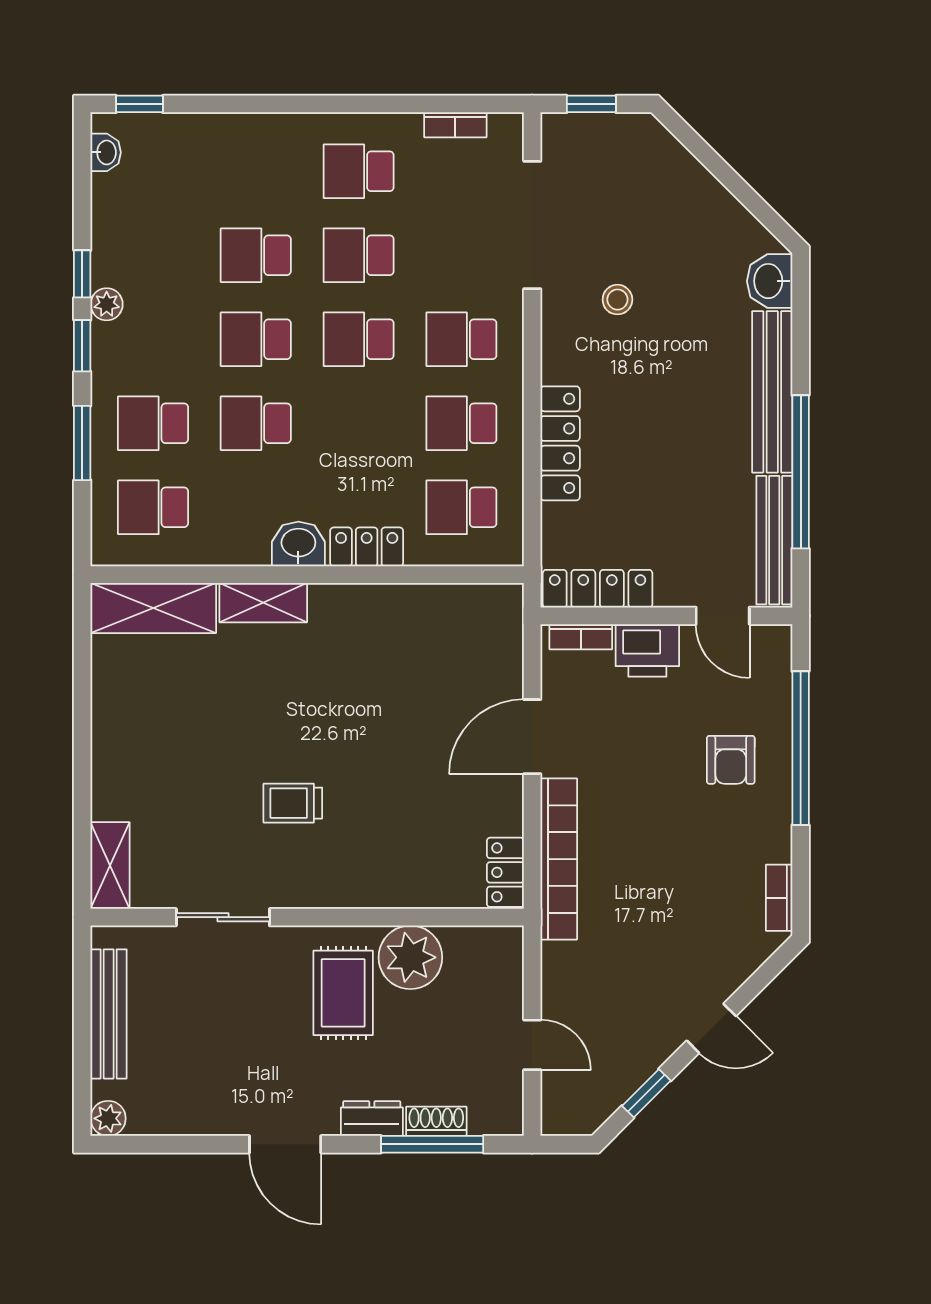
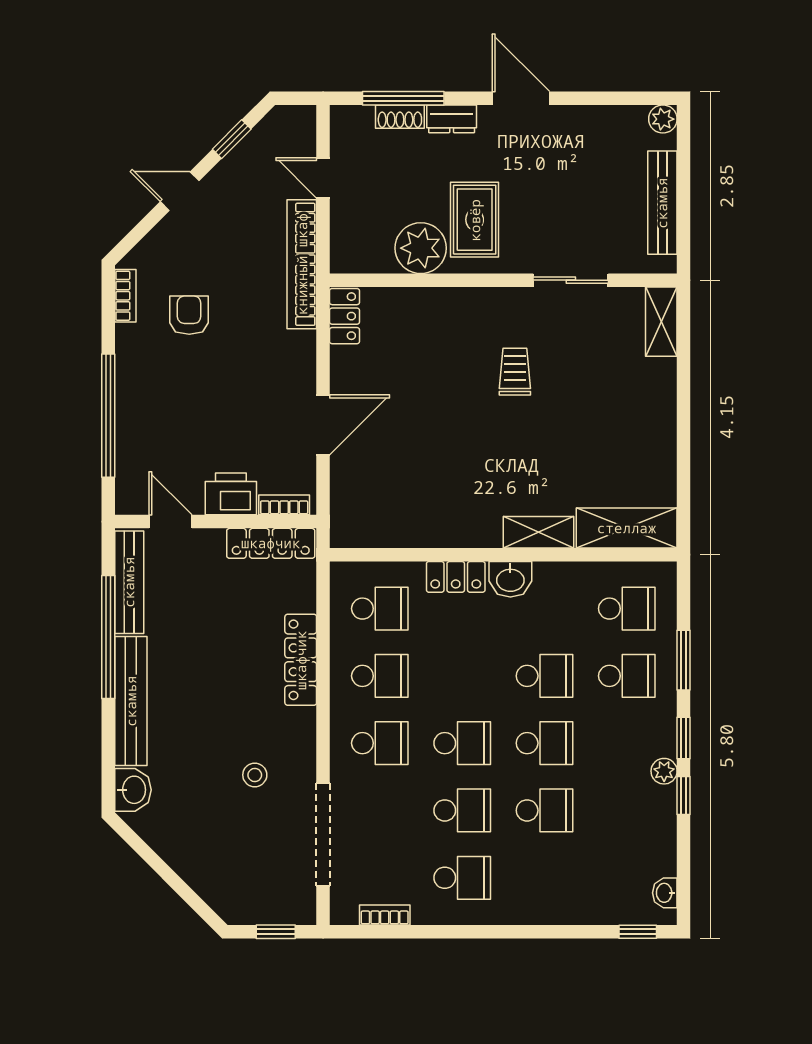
armchair: (731, 760) -> (189, 315), moved
trolley: (293, 803) -> (515, 372), turned -90
bookcase: (559, 859) -> (302, 264), moved

